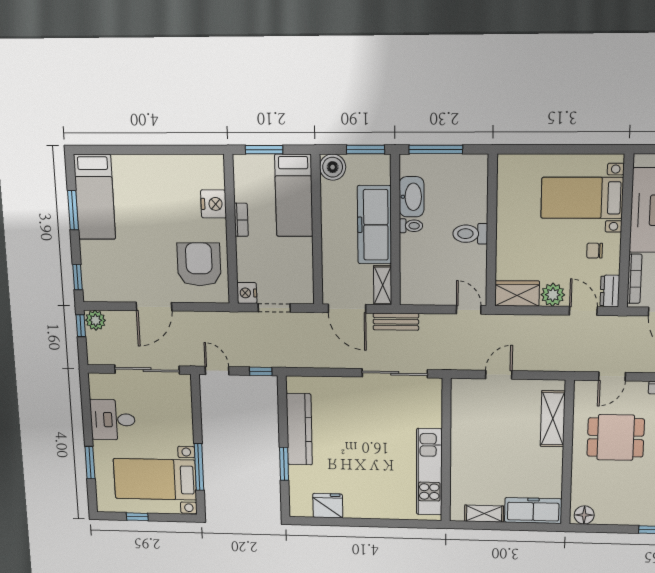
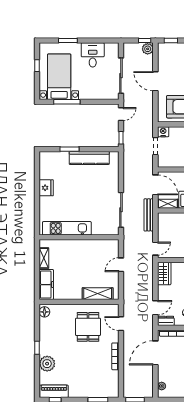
plant: (553, 295) -> (164, 292), removed
door: (347, 309) -> (155, 185), swing flipped
bench: (396, 322) -> (149, 215), width x1.36
door: (499, 375) -> (121, 265), swing flipped
fridge: (328, 506) -> (46, 188), moved

